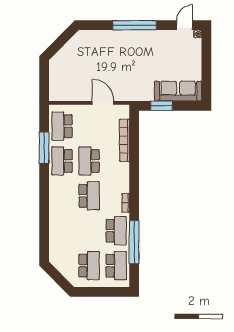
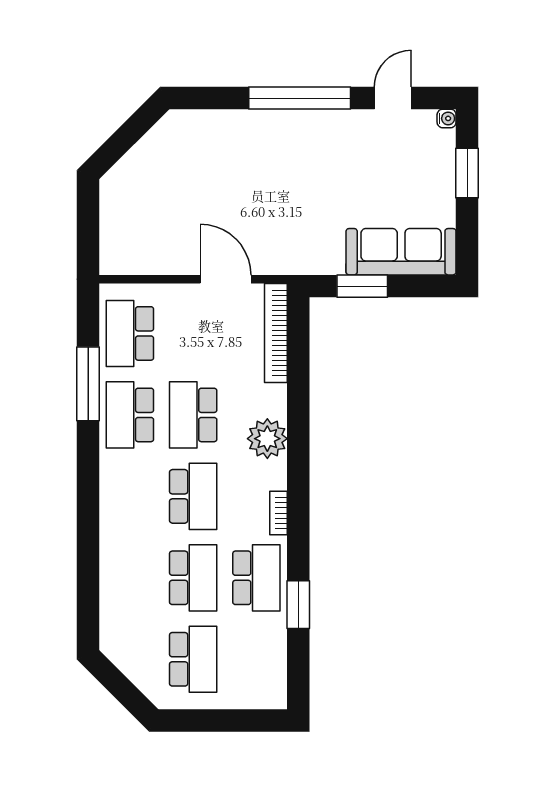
door: (185, 25) -> (393, 98), moved
window: (206, 57) -> (467, 173), added
bookcase: (125, 140) -> (276, 333), moved
plant: (121, 171) -> (267, 439), added
window: (134, 242) -> (298, 605), width x0.47
school desk: (116, 266) -> (193, 578), moved

